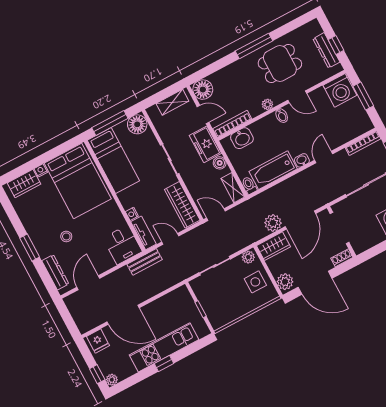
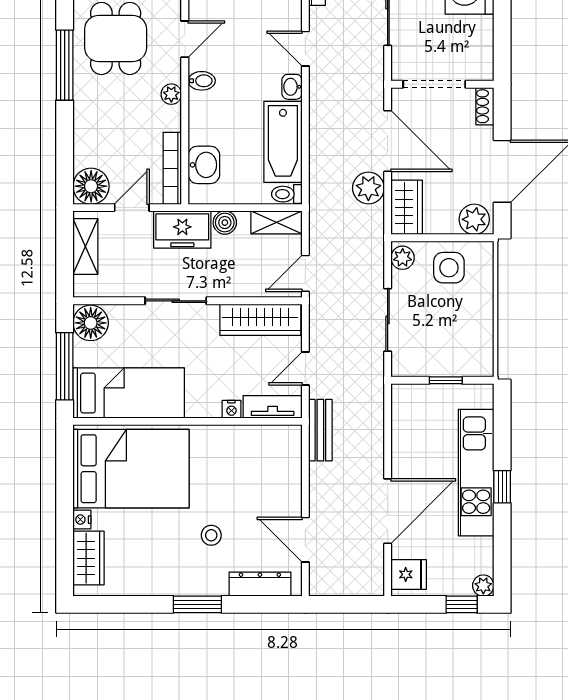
desk: (123, 245) -> (273, 451), removed

